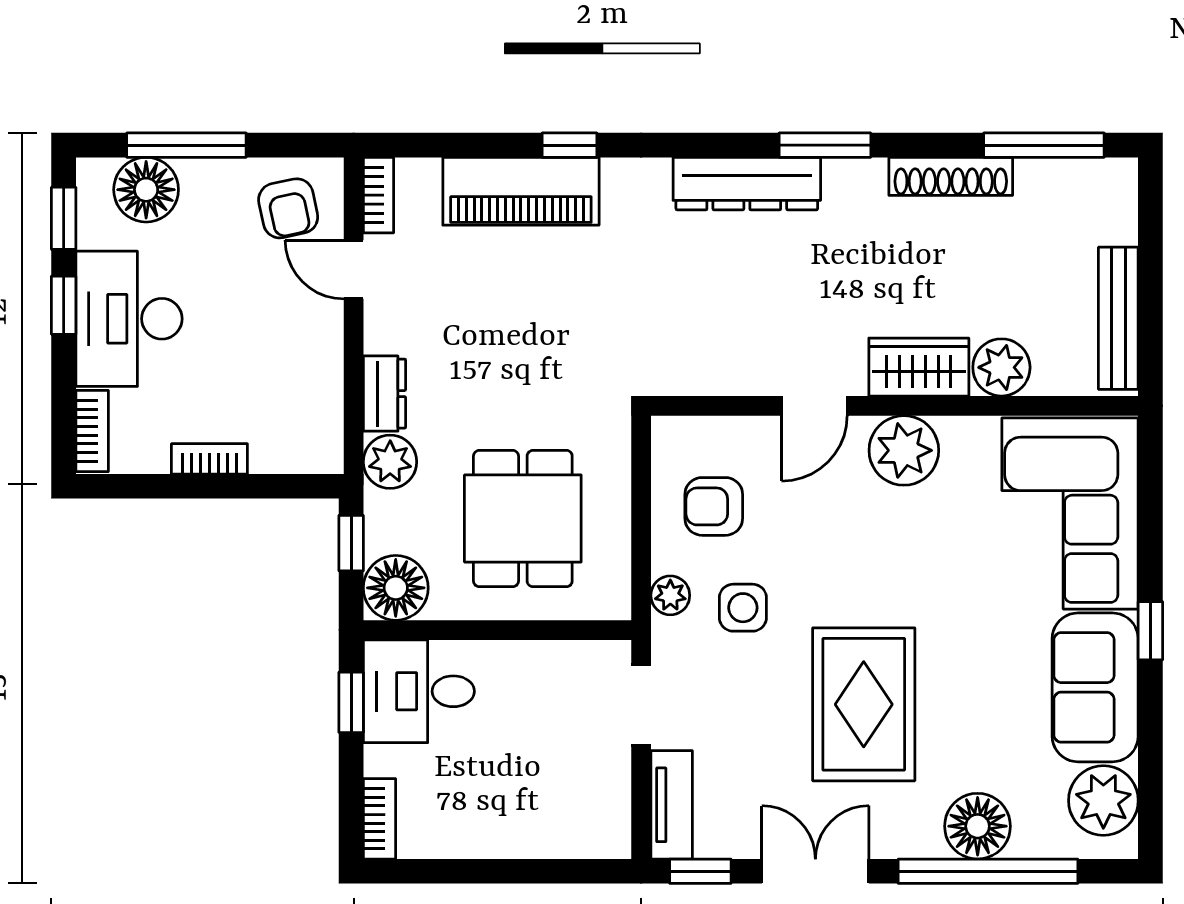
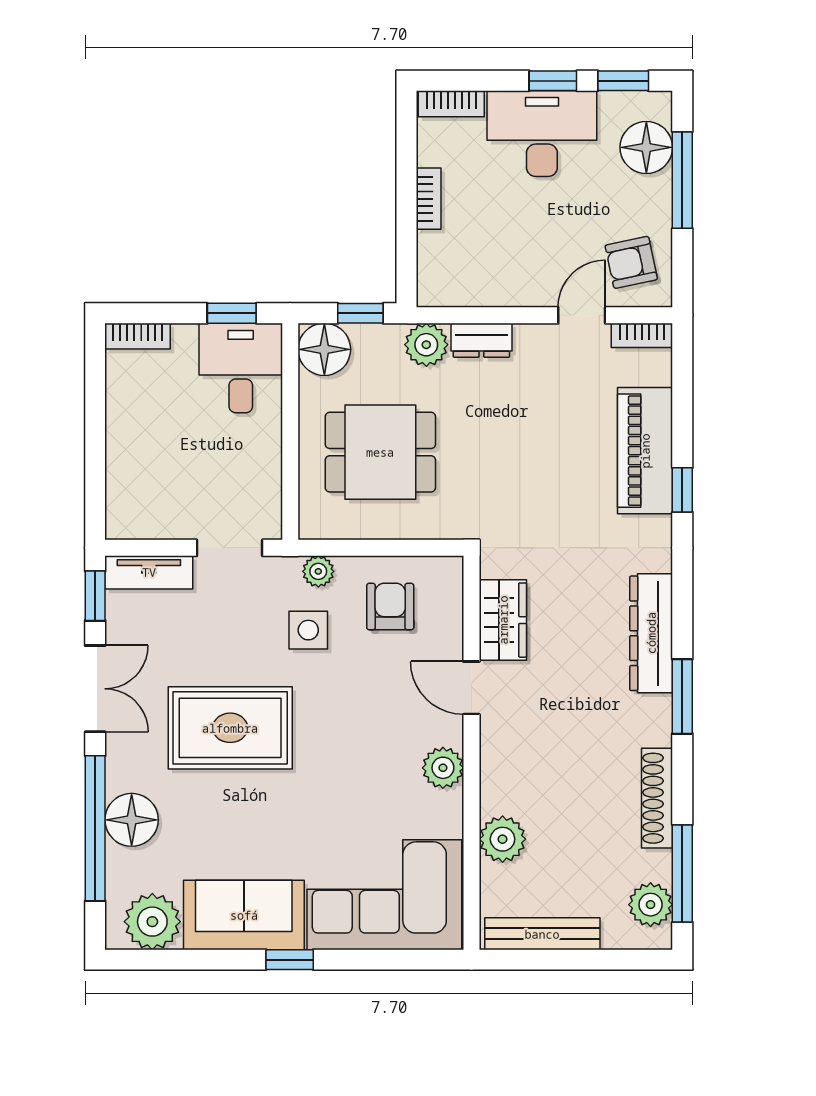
plant: (1082, 184) -> (651, 905), added
wardrobe: (919, 367) -> (503, 620), moved
plant: (904, 450) -> (443, 768), width x0.73, depth x0.73

